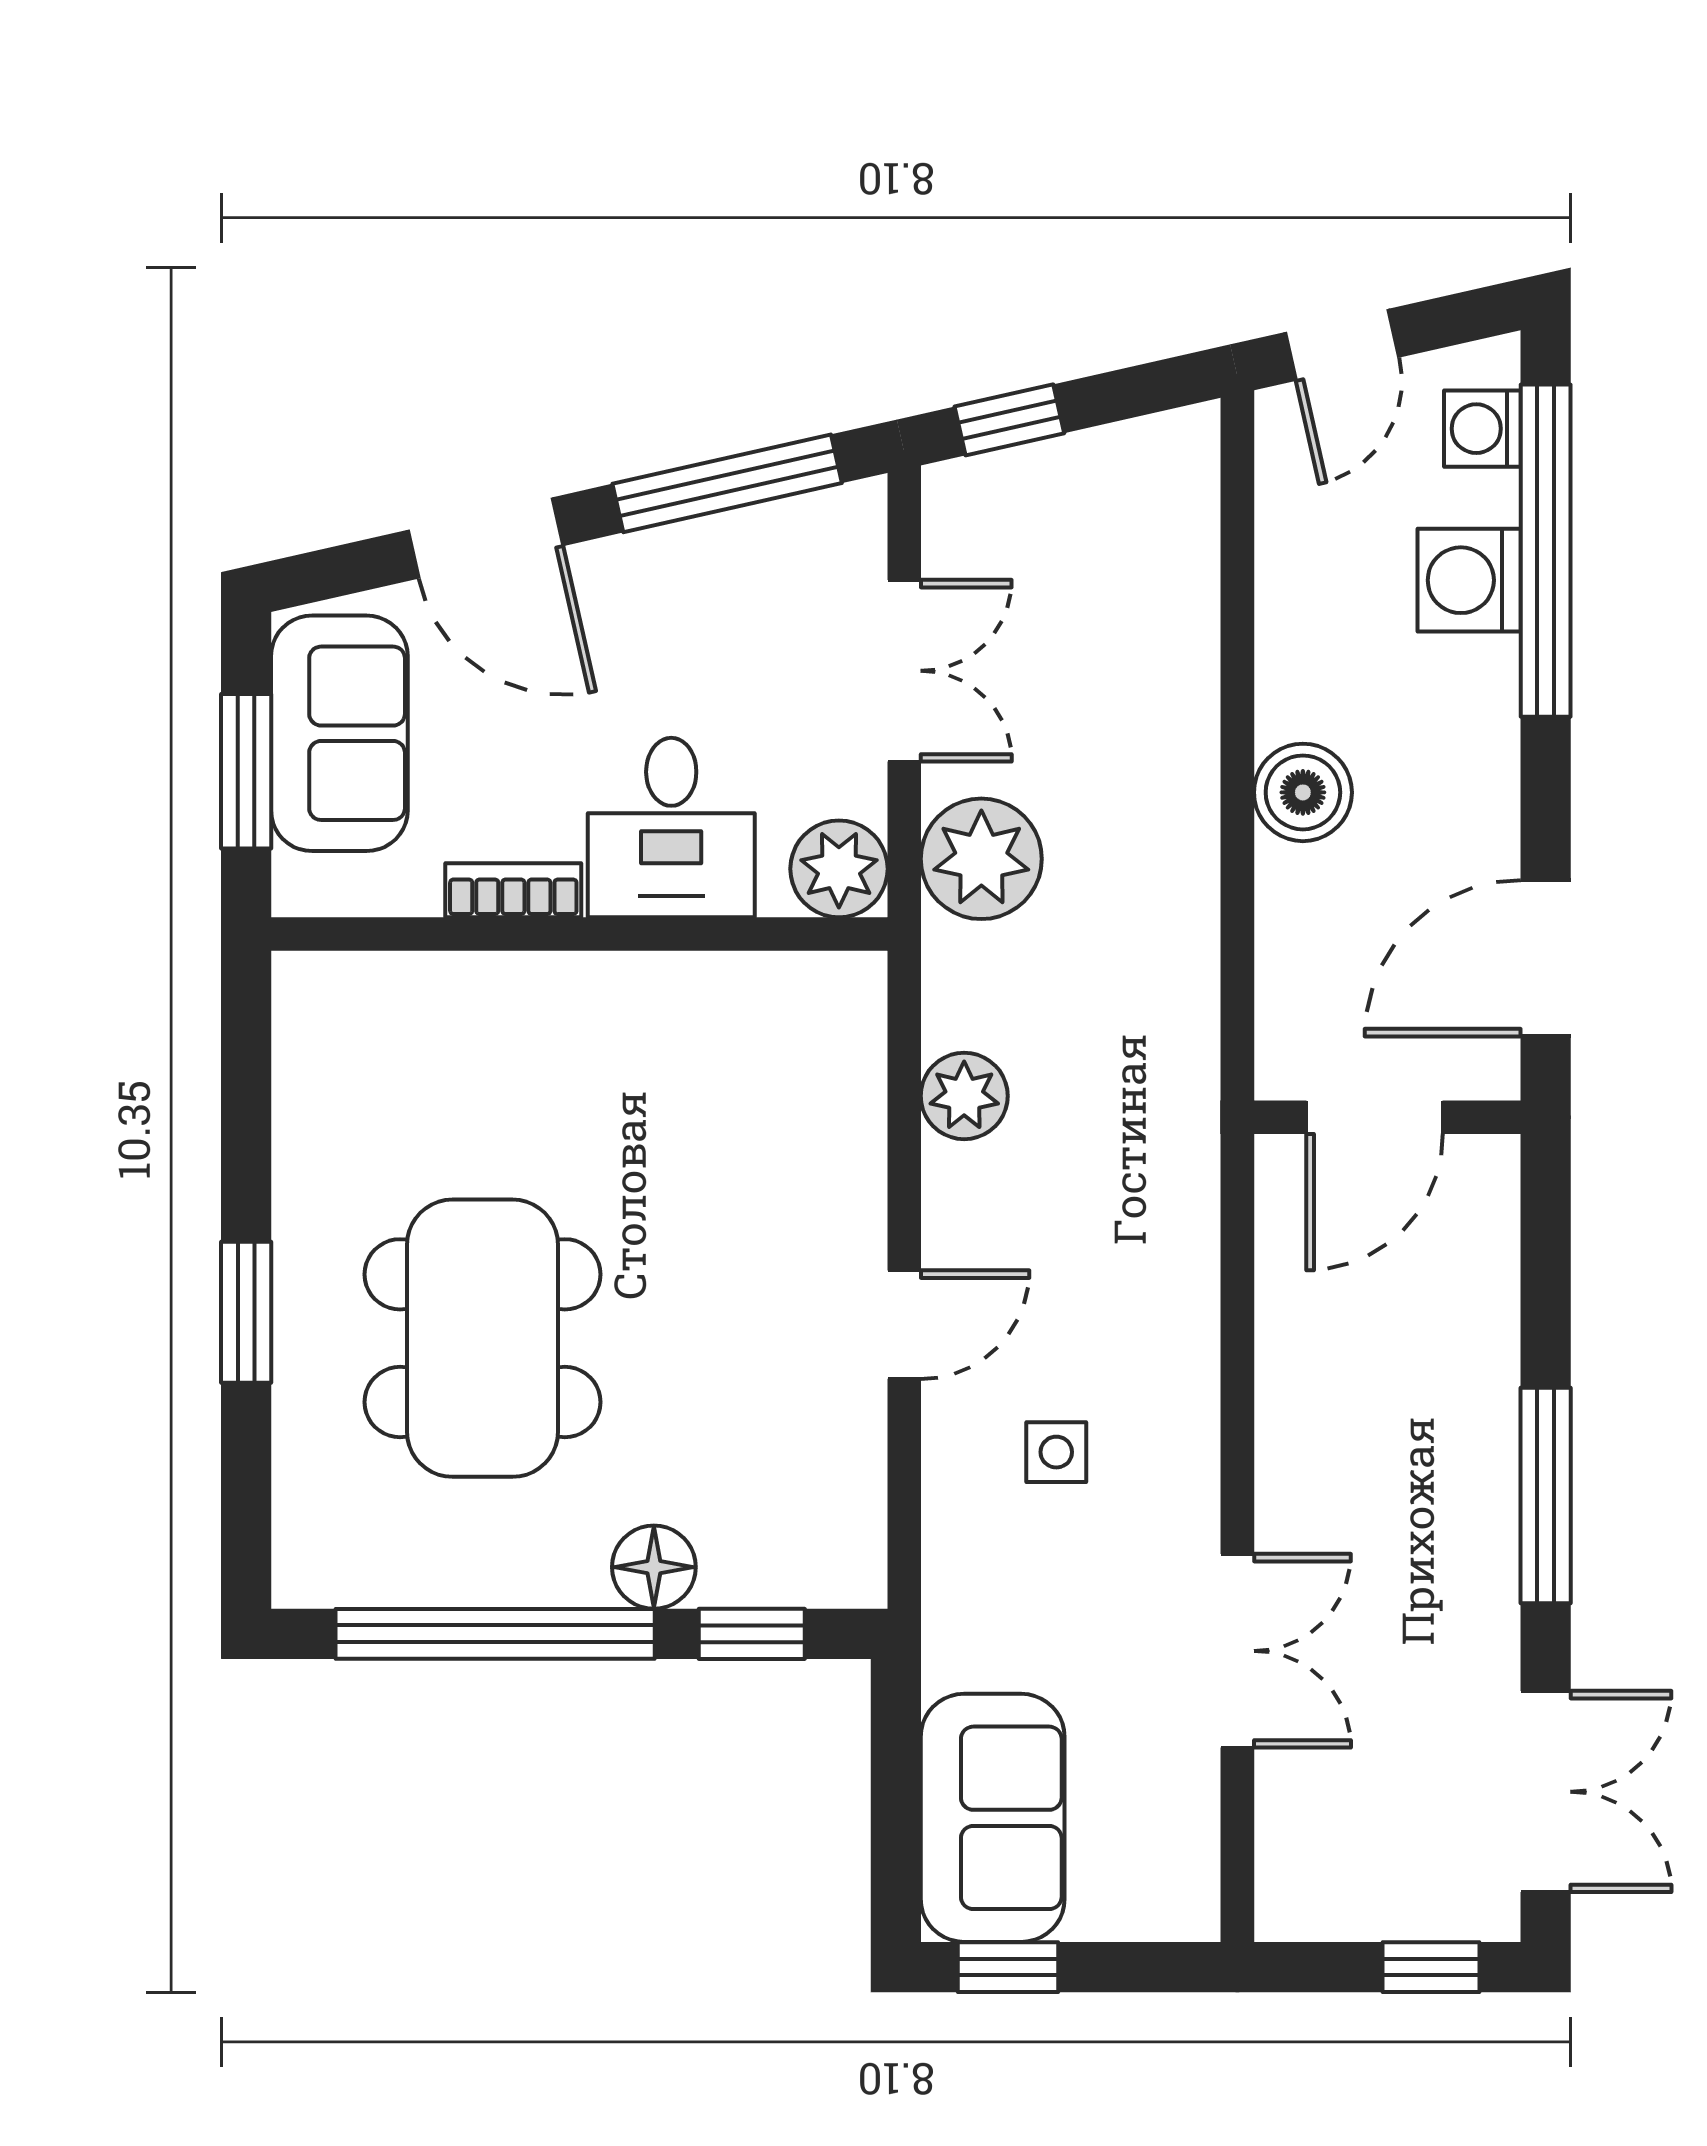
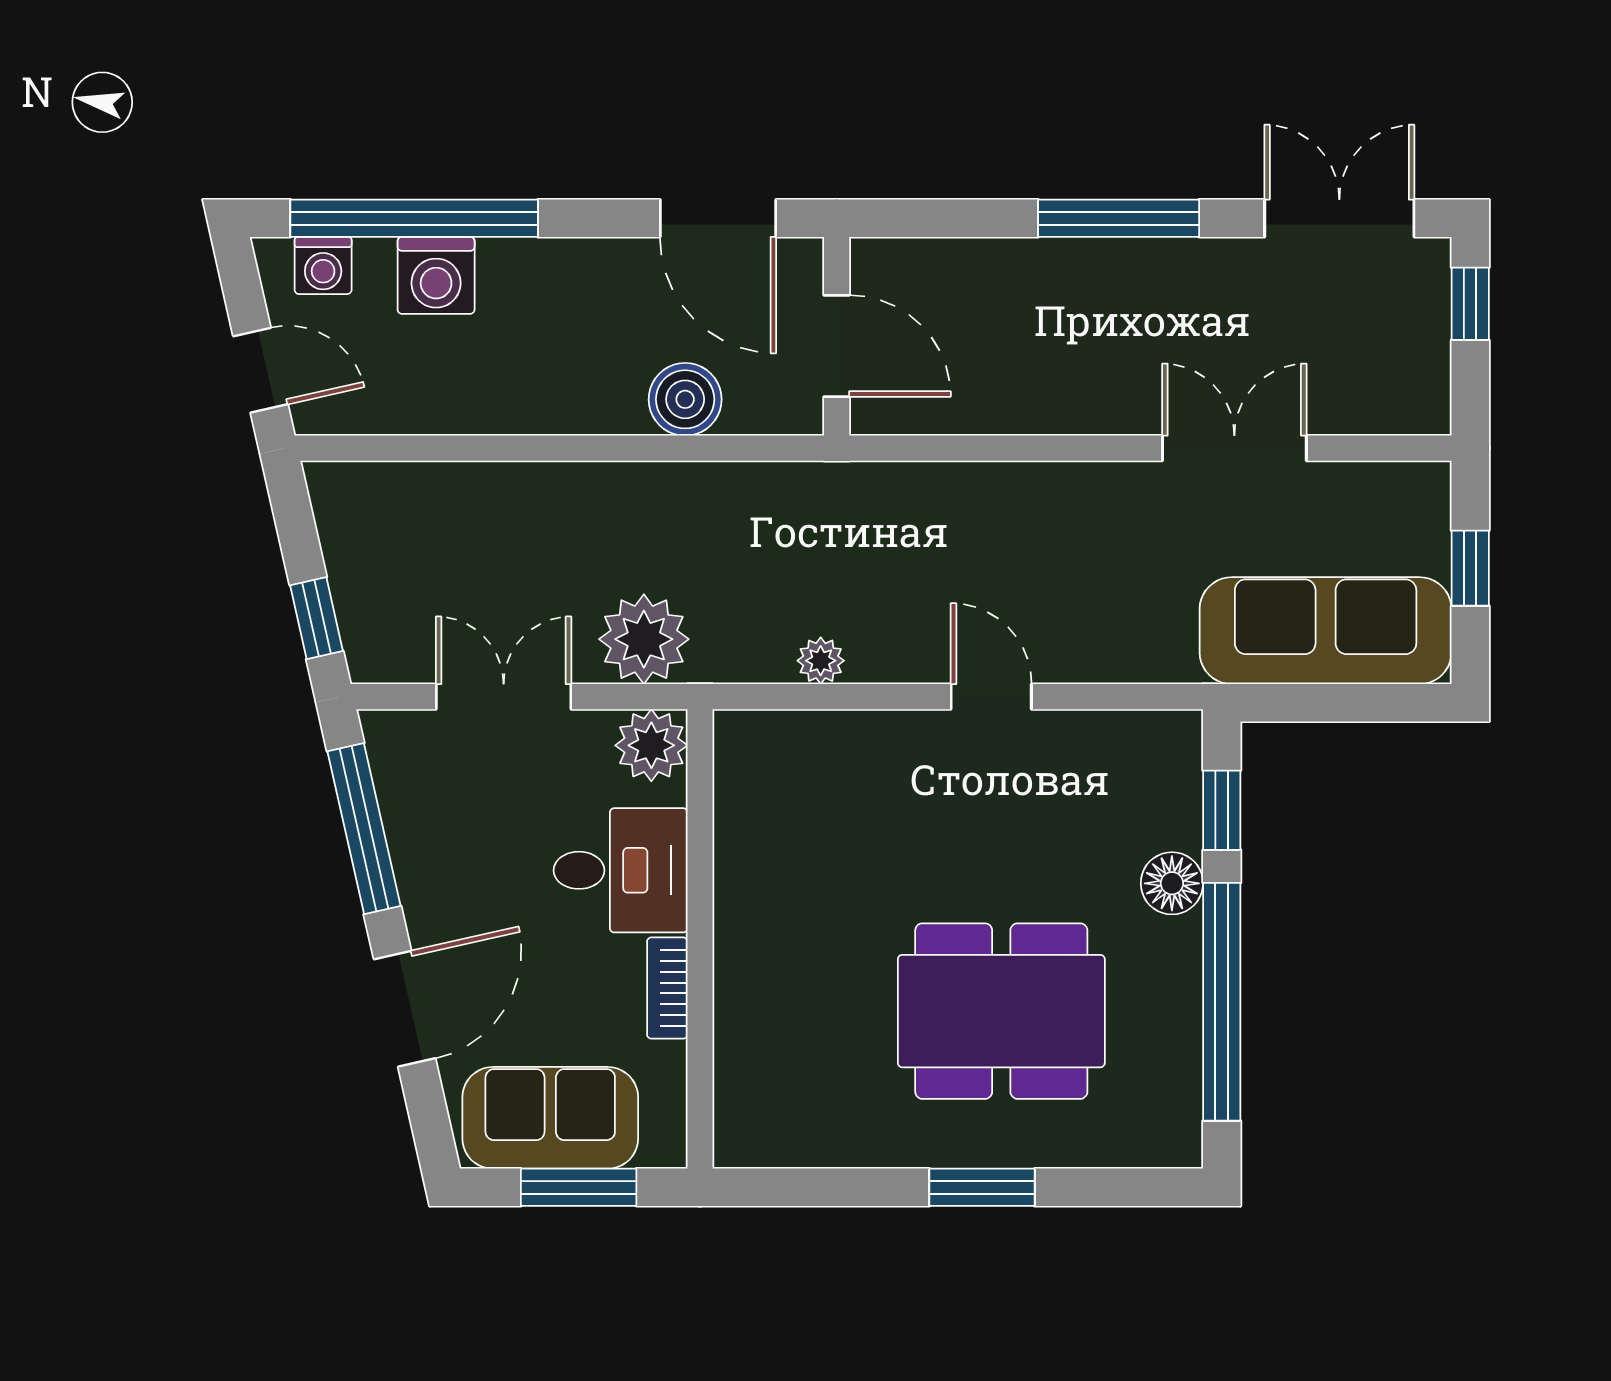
boiler: (1303, 792) -> (685, 399), moved
plant: (964, 1096) -> (821, 661), width x0.73, depth x0.73
side table: (1056, 1452) -> (1086, 583), removed
sofa: (993, 1818) -> (1326, 631), width x1.36
window: (1008, 1967) -> (1470, 568), moved

